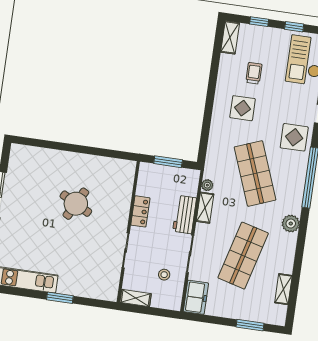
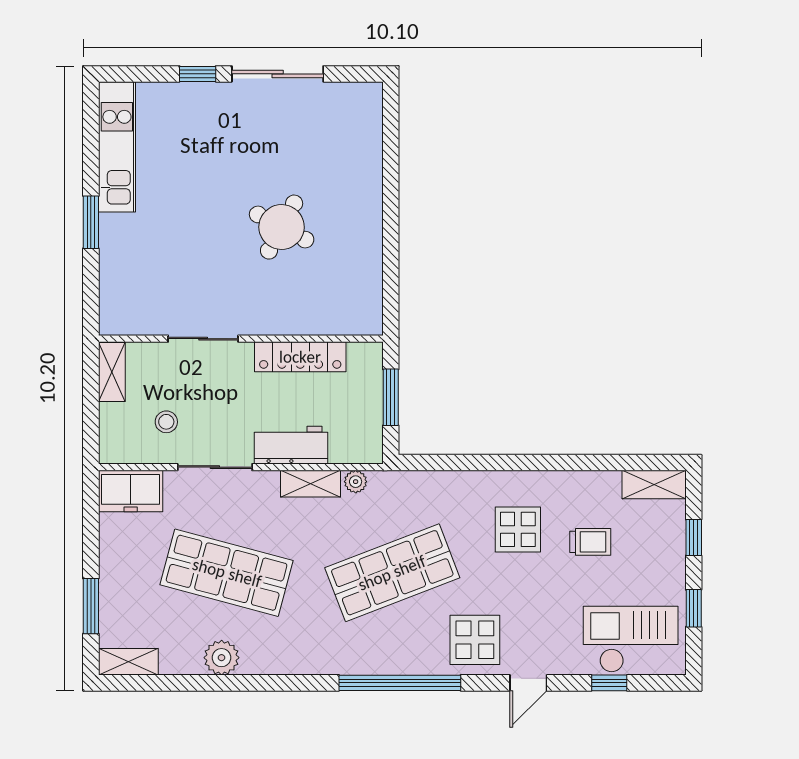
locker: (140, 211) -> (300, 357), width x1.53
plant: (291, 224) -> (222, 658), moved
shelving: (283, 289) -> (128, 662), moved

